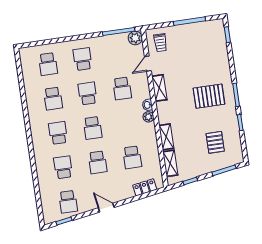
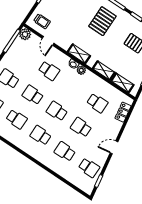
shelving: (159, 88) -> (79, 54), moved
school desk: (93, 128) -> (57, 111), turned 180
school desk: (98, 162) -> (81, 127), turned 180

